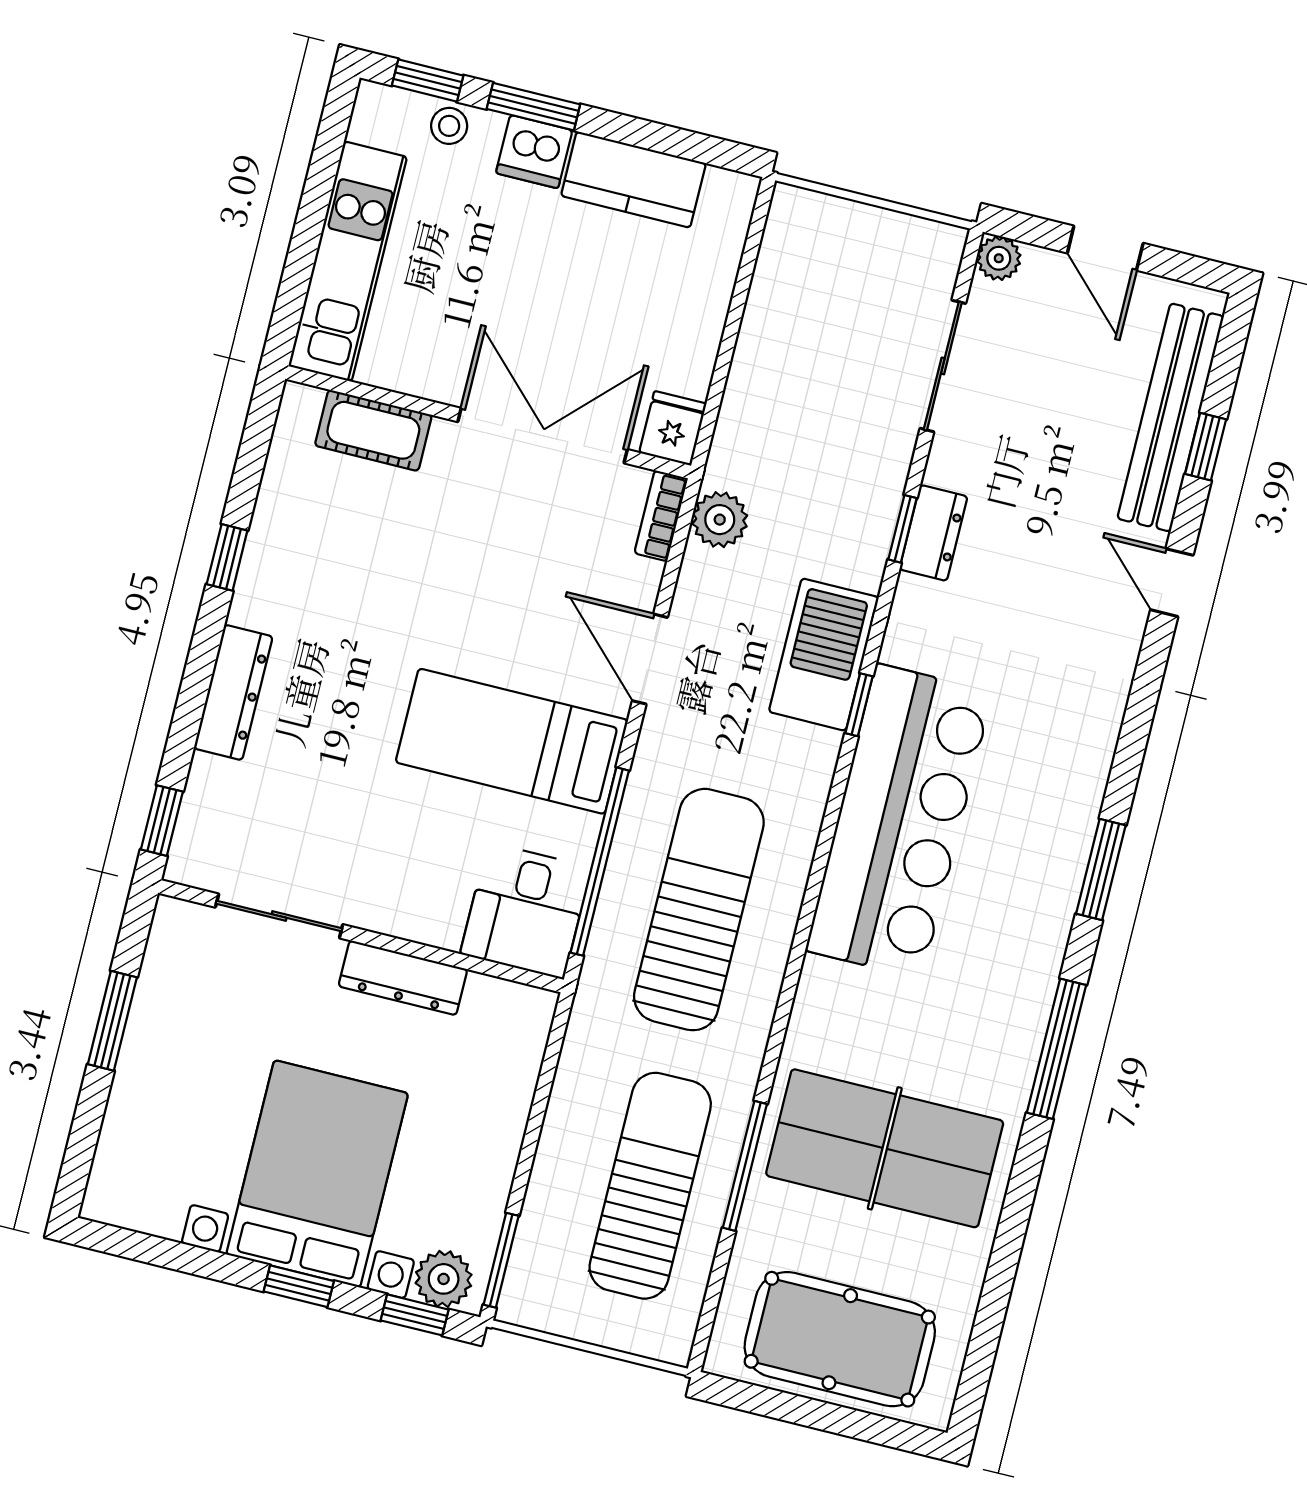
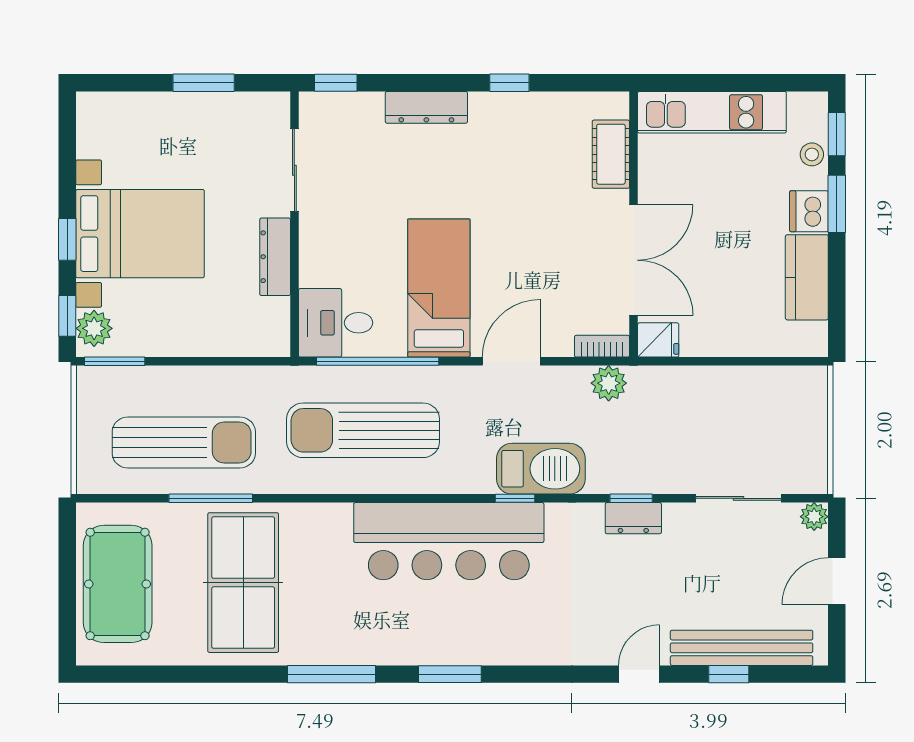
sun lounger: (699, 910) -> (363, 430), turned 180

